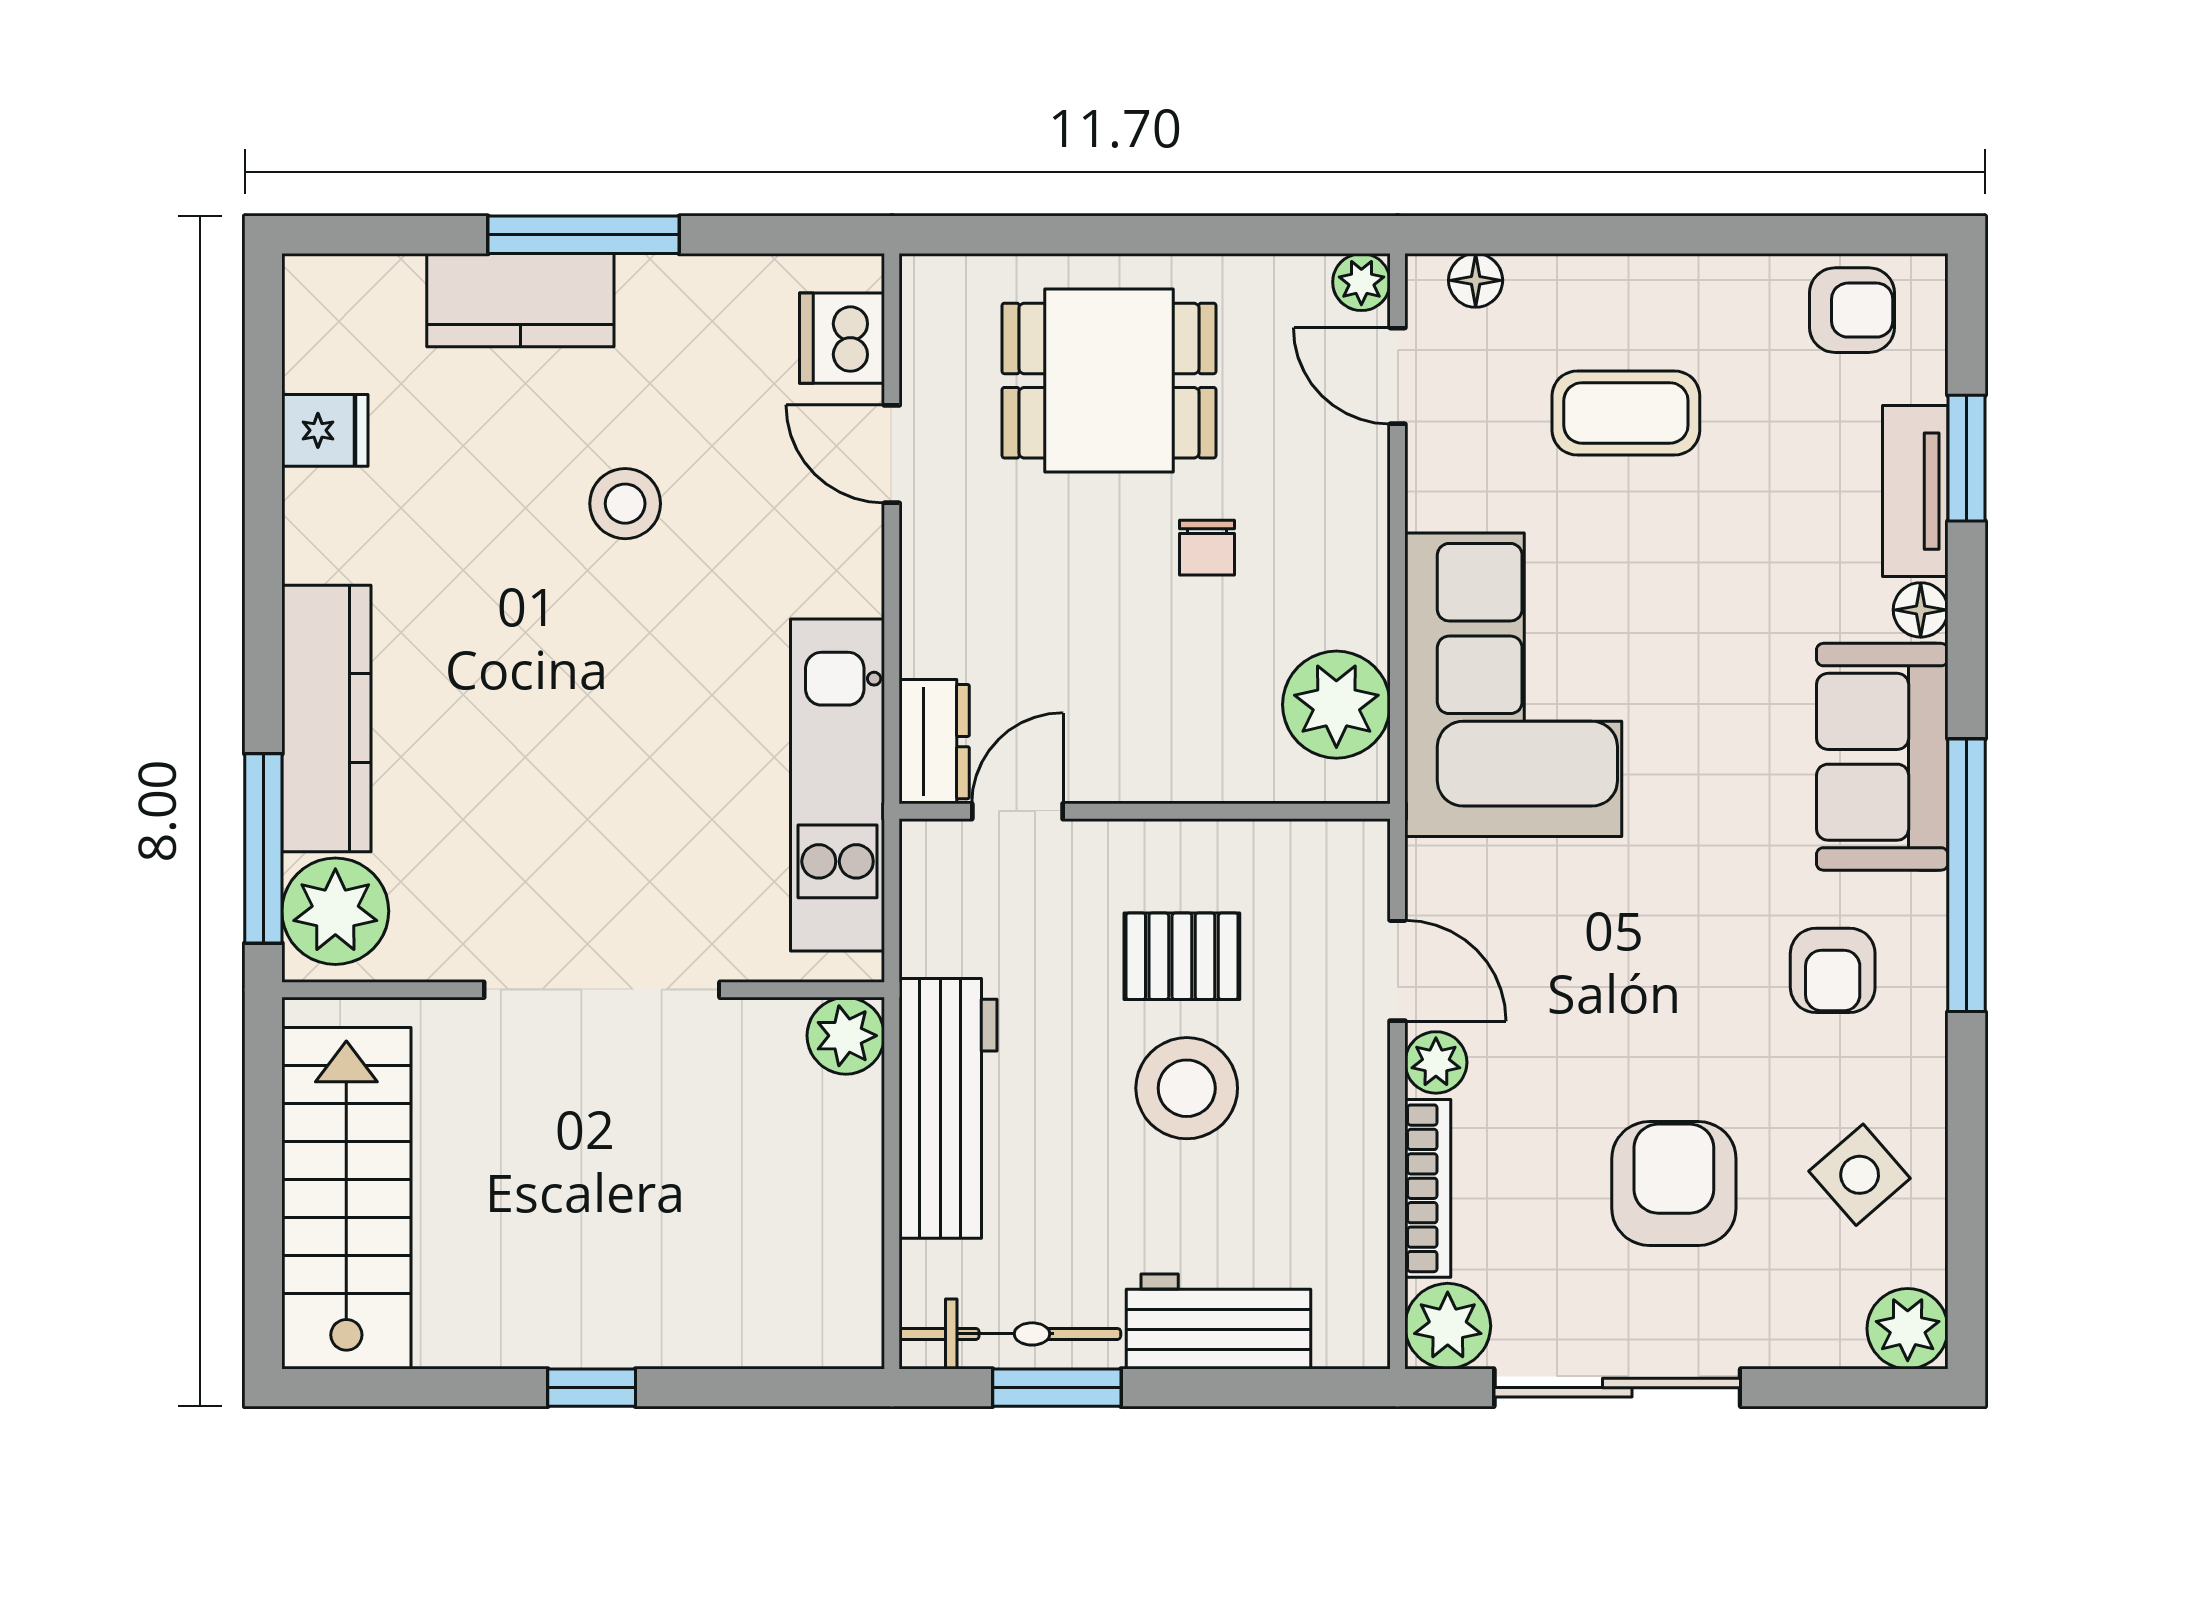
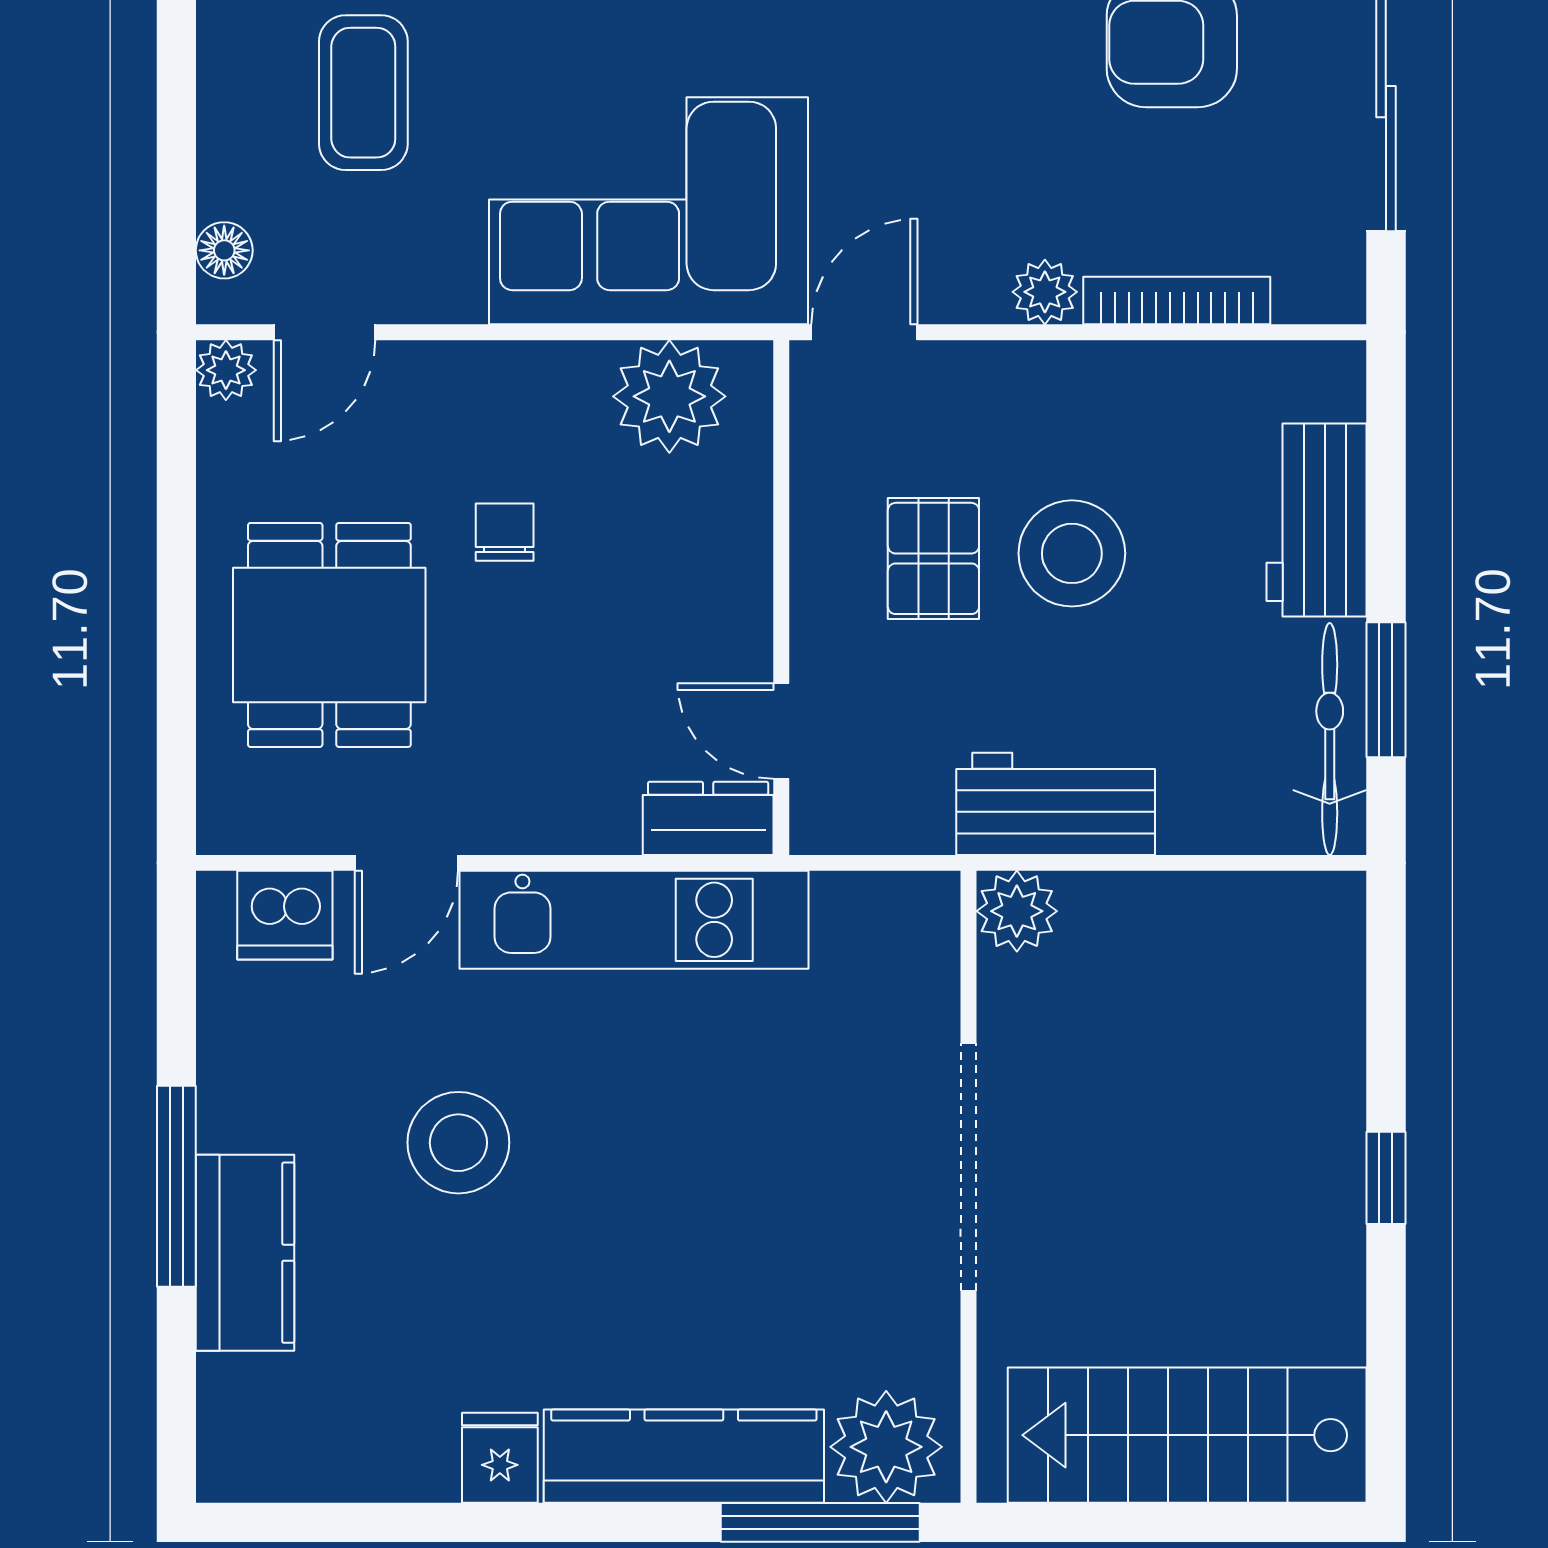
fridge: (325, 430) -> (500, 1458), moved
stool: (625, 504) -> (458, 1143), width x1.38, depth x1.38
chair: (1207, 548) -> (505, 532), turned -90
kitchen unit: (838, 785) -> (634, 920), moved
door: (1398, 971) -> (864, 332), moved
workbench: (948, 1108) -> (1056, 804), width x0.73
plant: (1448, 1326) -> (1321, 280), removed

